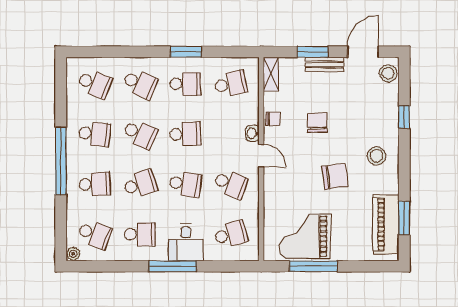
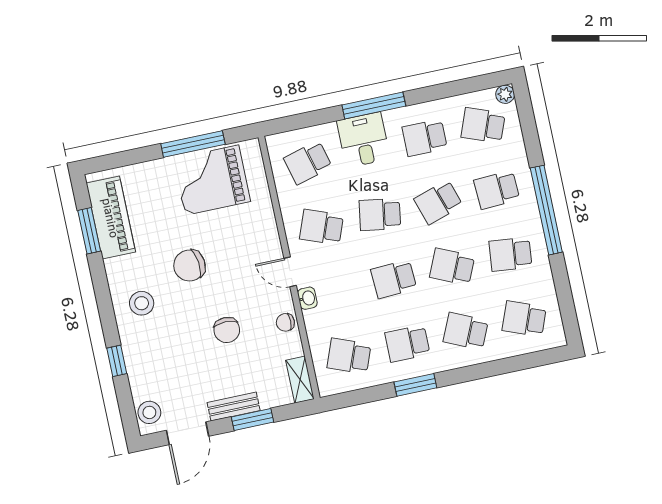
school desk: (231, 84) -> (349, 356), turned 33
grand piano: (305, 236) -> (212, 180), turned 180

